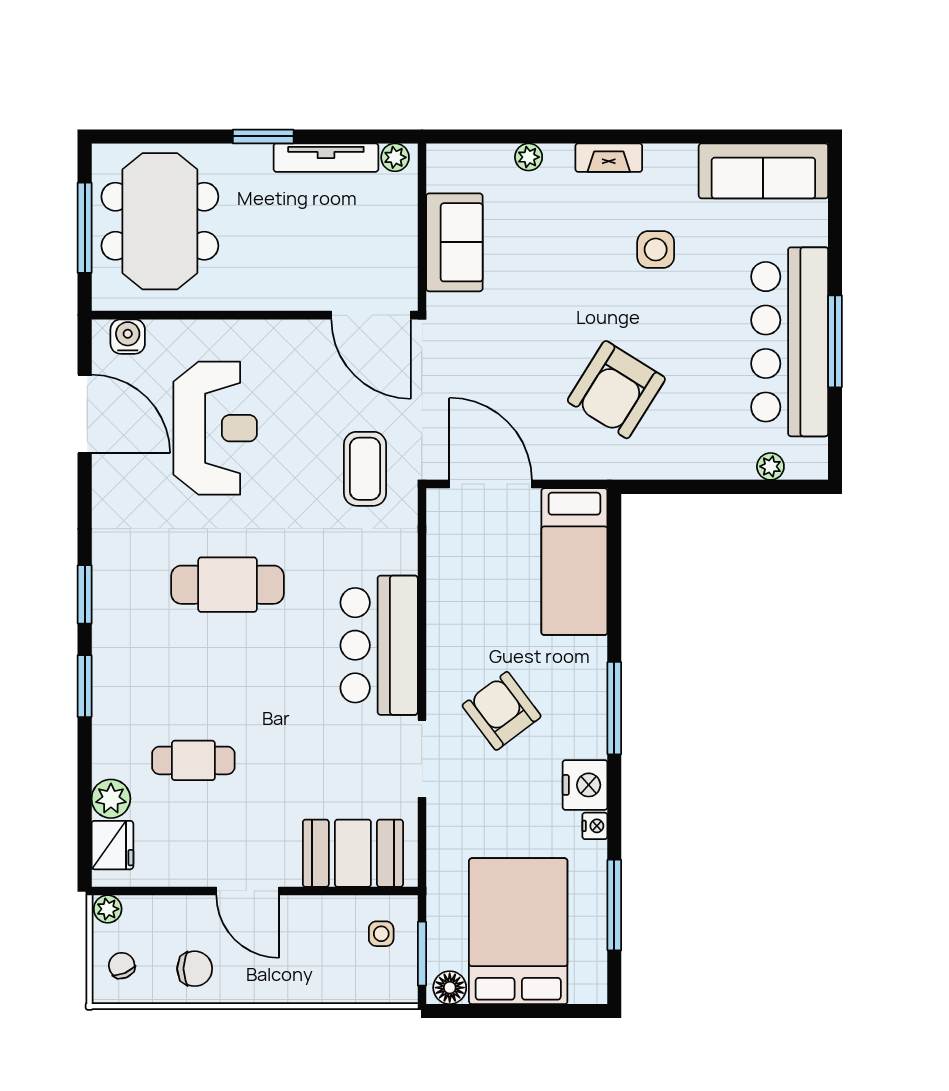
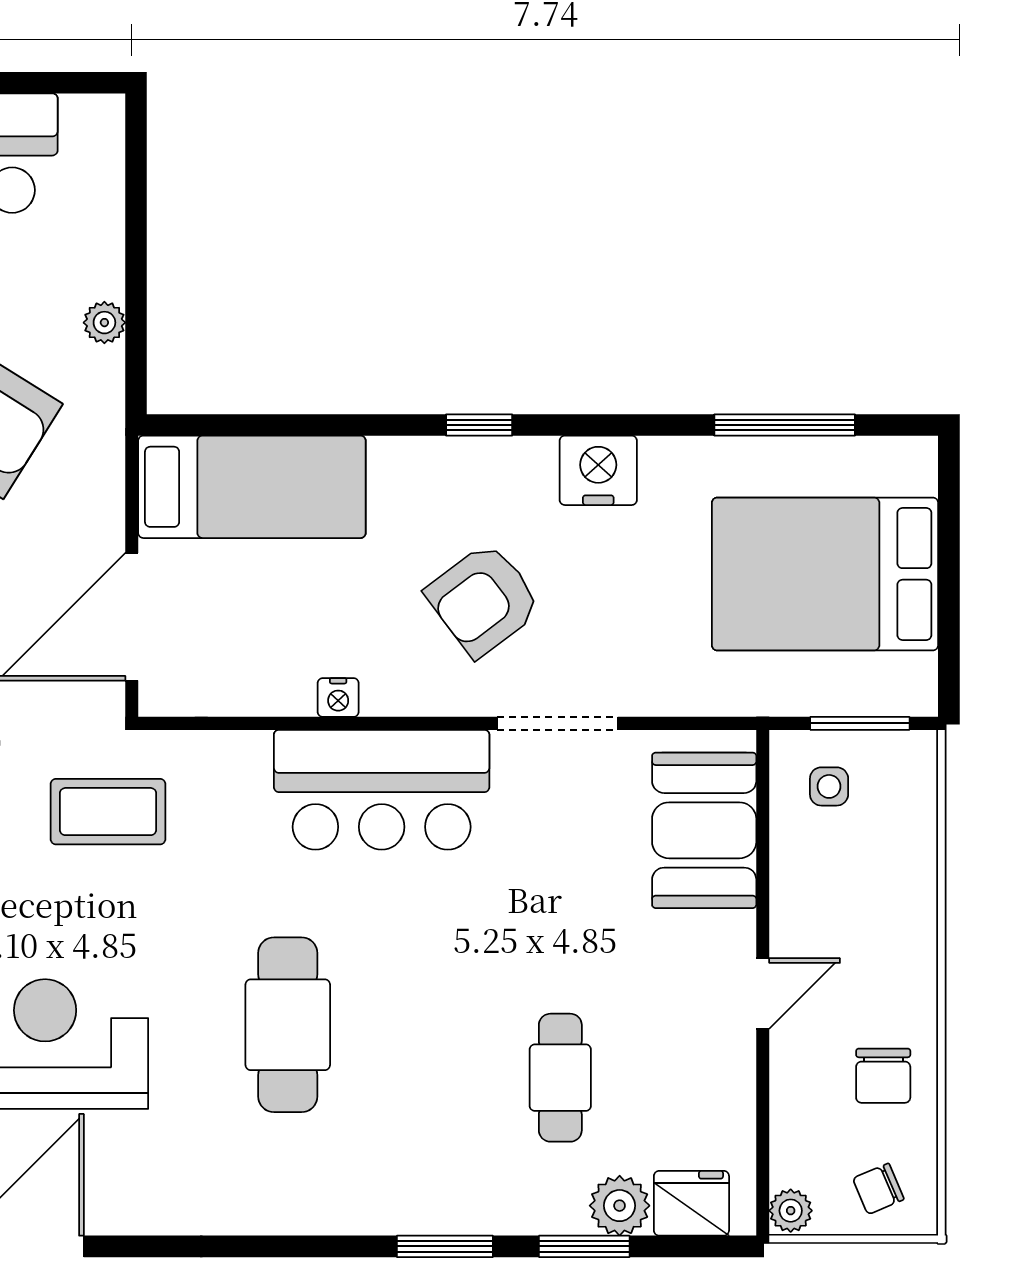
plant: (770, 466) -> (104, 323), moved
window: (85, 594) -> (584, 1246), moved
window: (614, 708) -> (479, 425), width x0.46
nightstand: (595, 826) -> (338, 697), moved, turned 180
door: (248, 891) -> (763, 994), width x0.73
chair: (195, 969) -> (883, 1076), turned 180
floor lamp: (450, 988) -> (913, 680), removed

